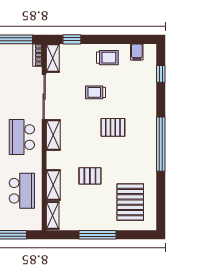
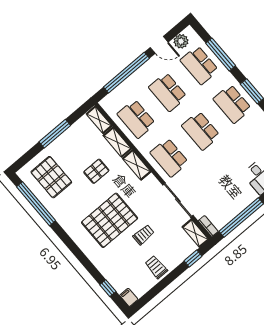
filing cabinet: (137, 52) -> (129, 297), moved
trolley: (107, 58) -> (156, 267), turned 90
pallet: (113, 127) -> (110, 220), width x2.05, depth x2.00
shelving: (53, 135) -> (137, 165), moved
school desk: (22, 137) -> (169, 157), turned 180
window: (161, 144) -> (36, 204), moved

